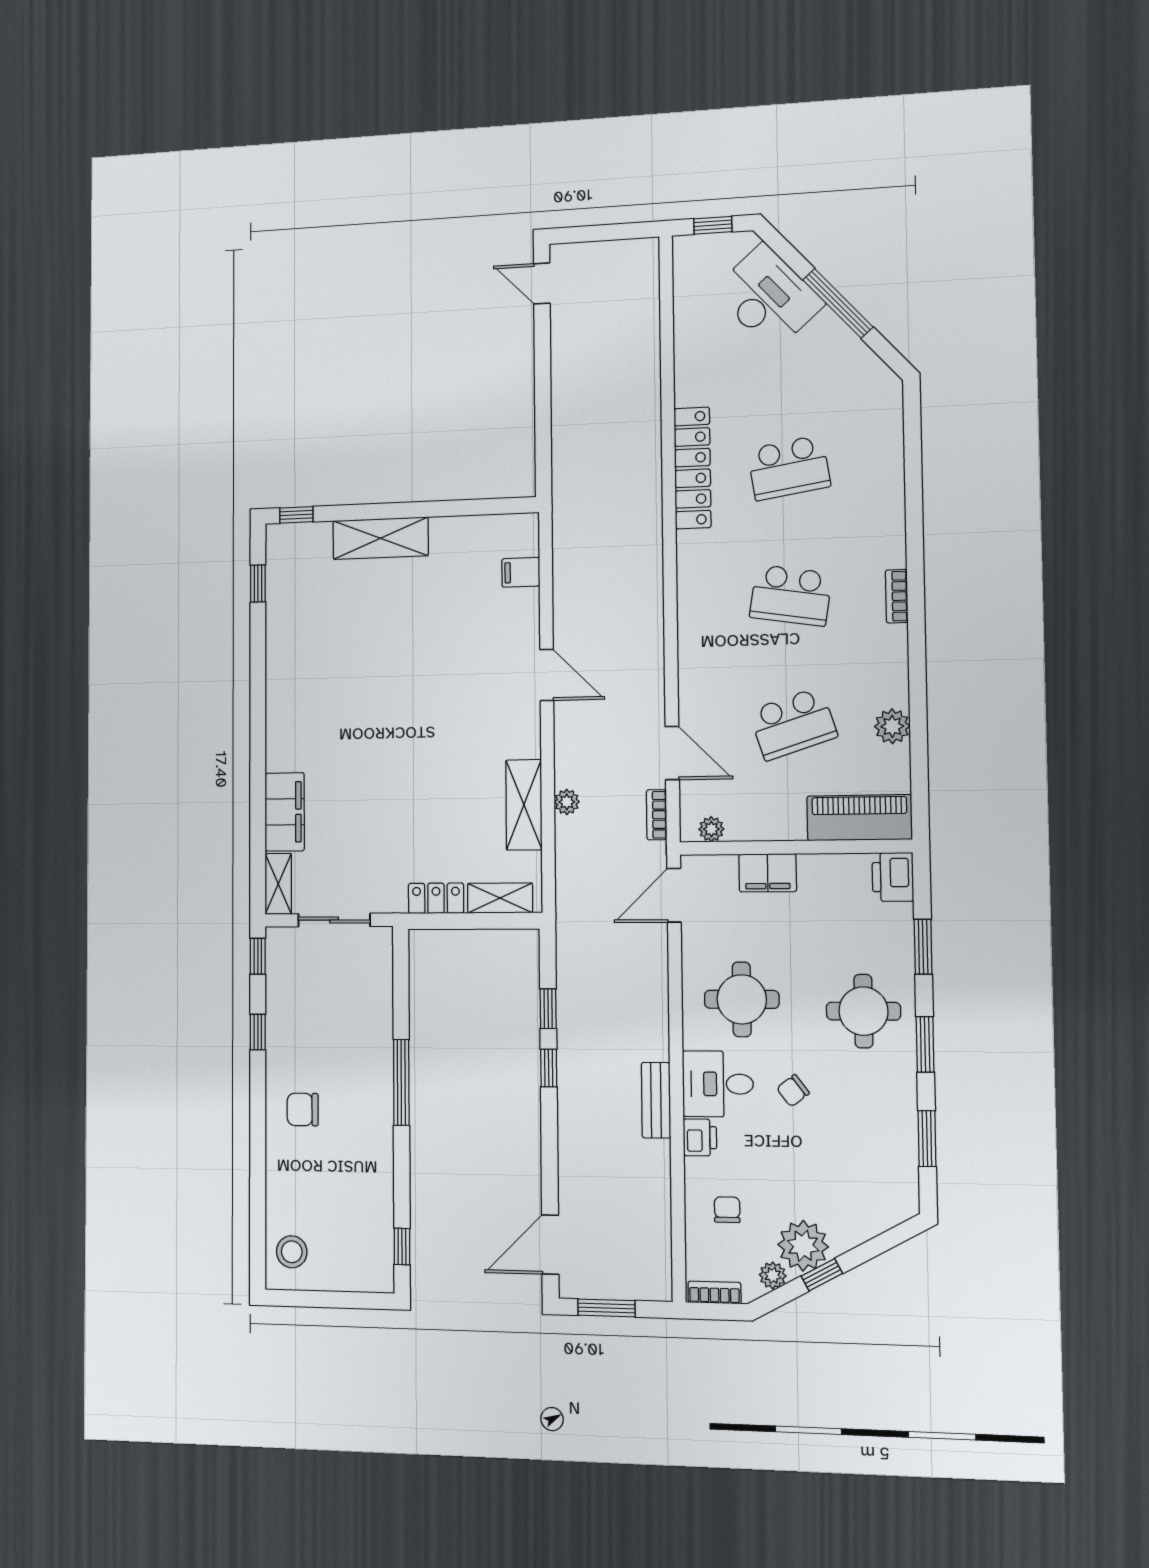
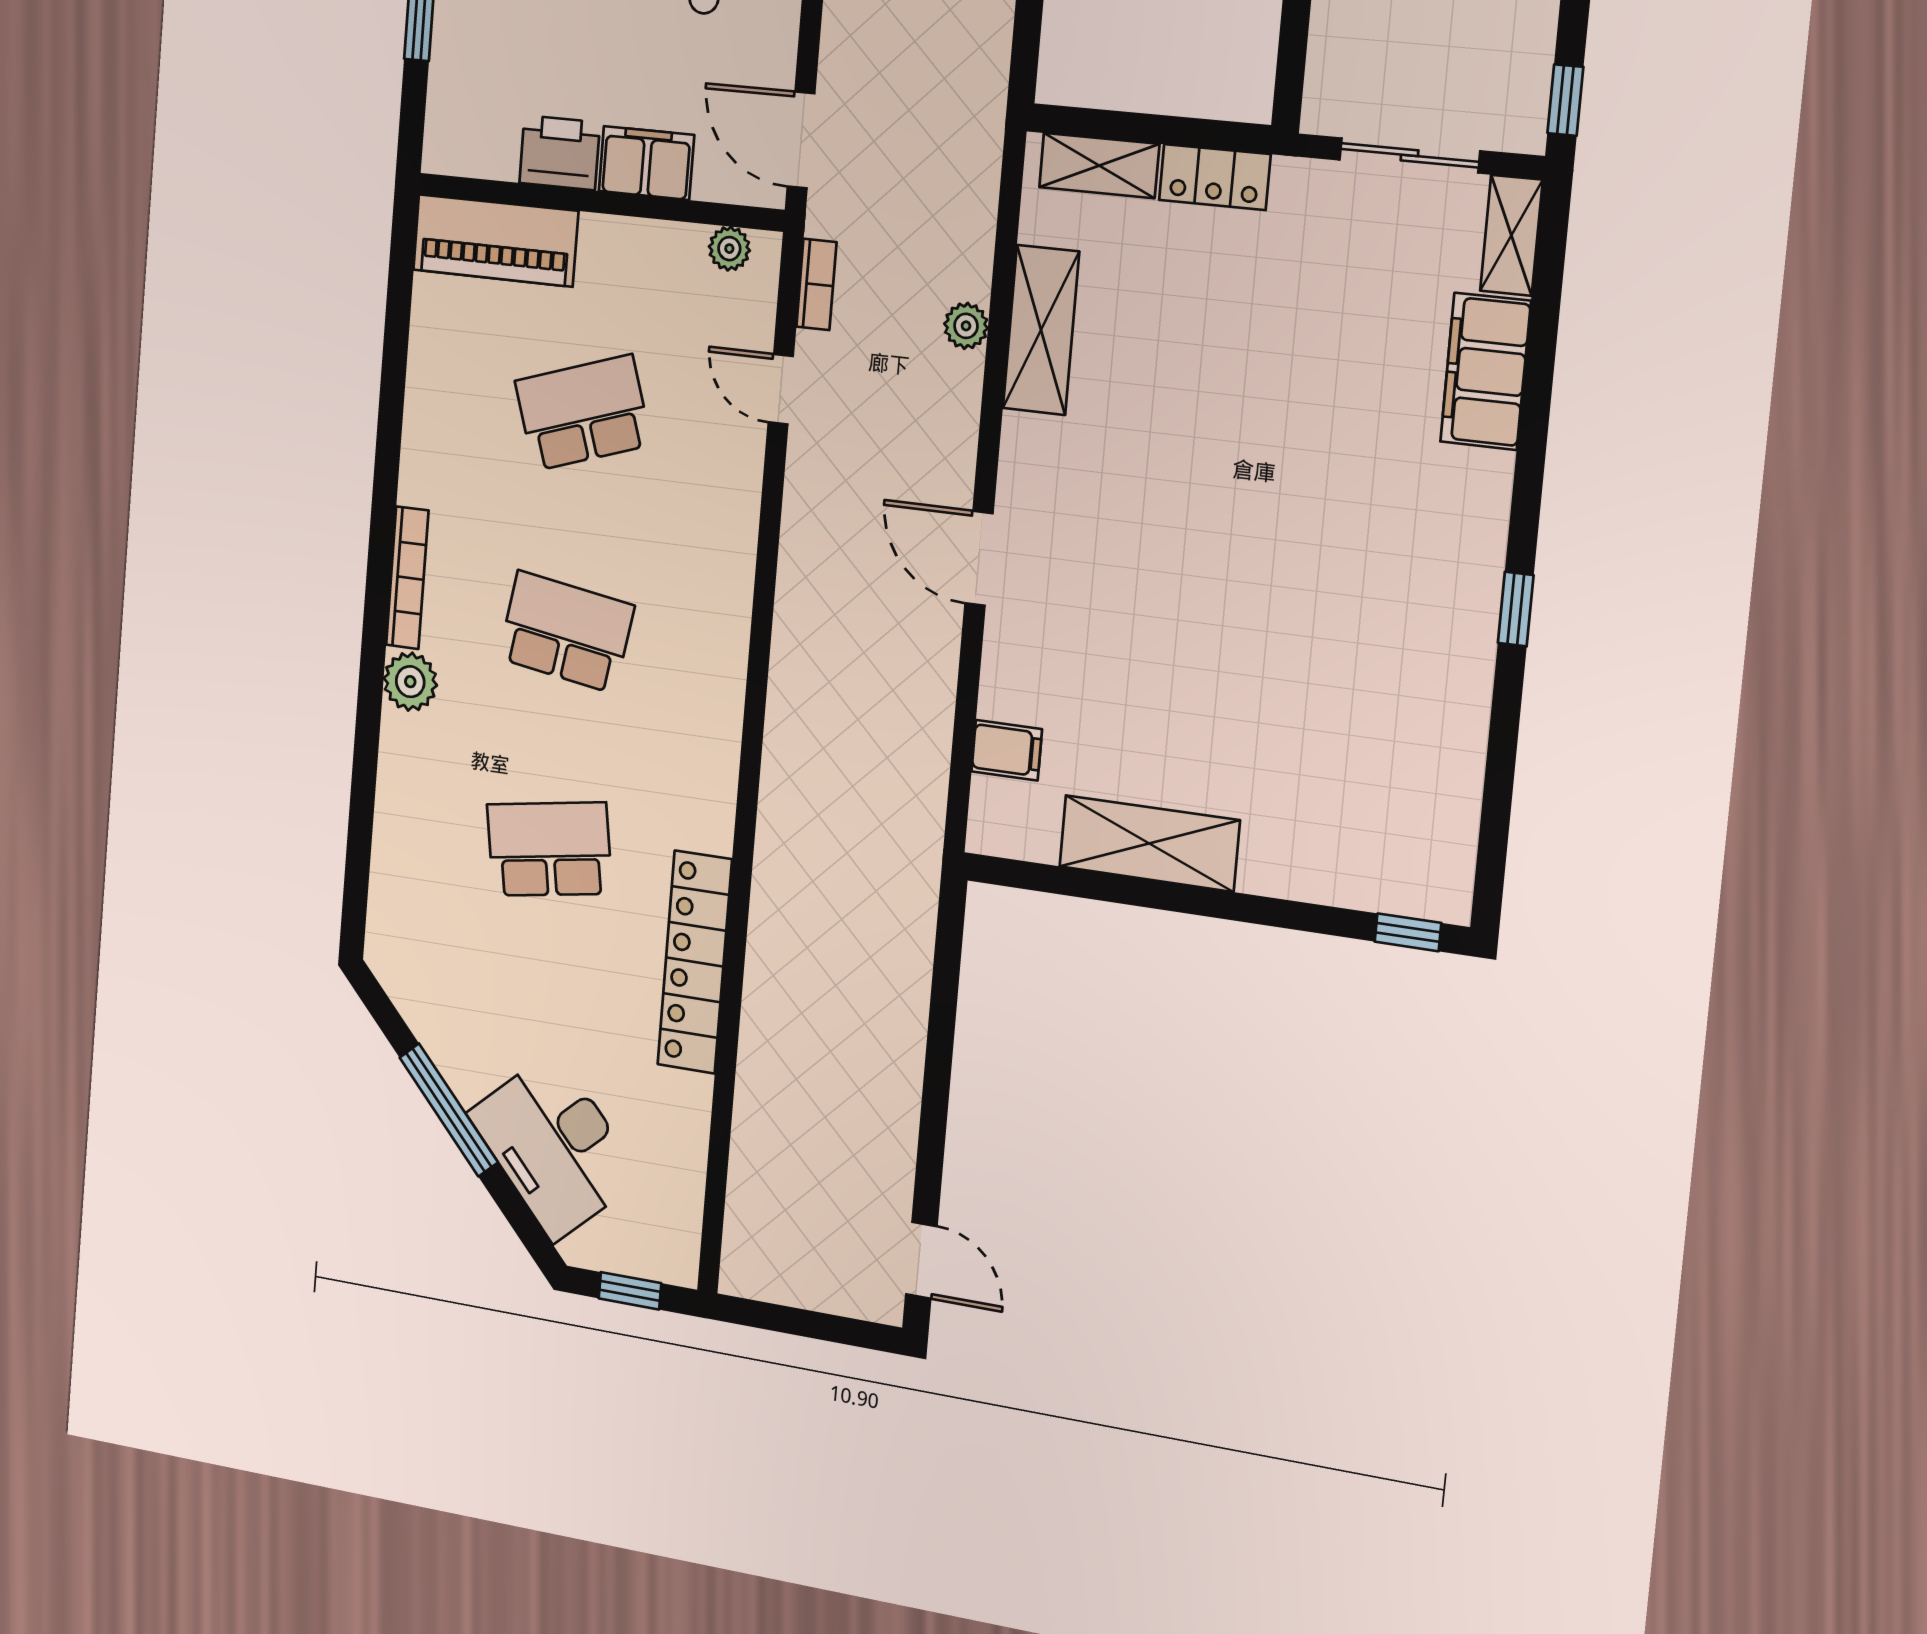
locker: (693, 468) -> (695, 962), moved
shelving: (380, 538) -> (1149, 843), moved
window: (258, 583) -> (1516, 609), moved
bookcase: (897, 596) -> (407, 578), width x1.56
plant: (892, 726) -> (410, 682), moved
door: (672, 753) -> (781, 389), width x0.73
printer: (893, 877) -> (560, 153), moved, turned -90
door: (674, 895) -> (801, 140), swing flipped

